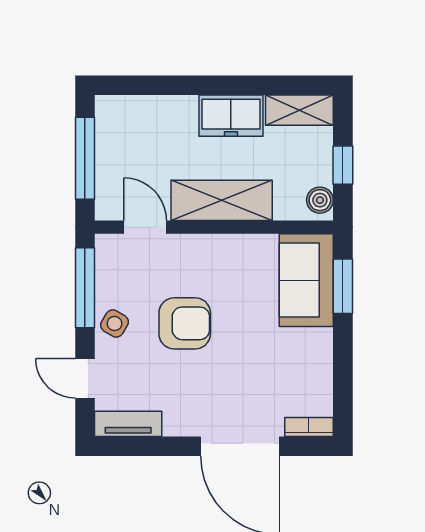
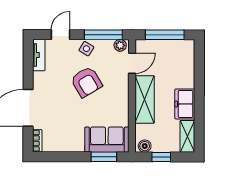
plant: (107, 252) -> (120, 45), added
armchair: (185, 323) -> (86, 82), turned -31

